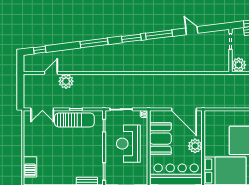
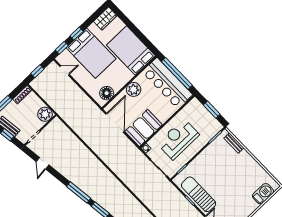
door: (192, 31) -> (43, 163), moved
floor lamp: (211, 124) -> (107, 93), added
booth: (160, 139) -> (144, 128), moved
reception desk: (128, 144) -> (178, 139), turned 180

